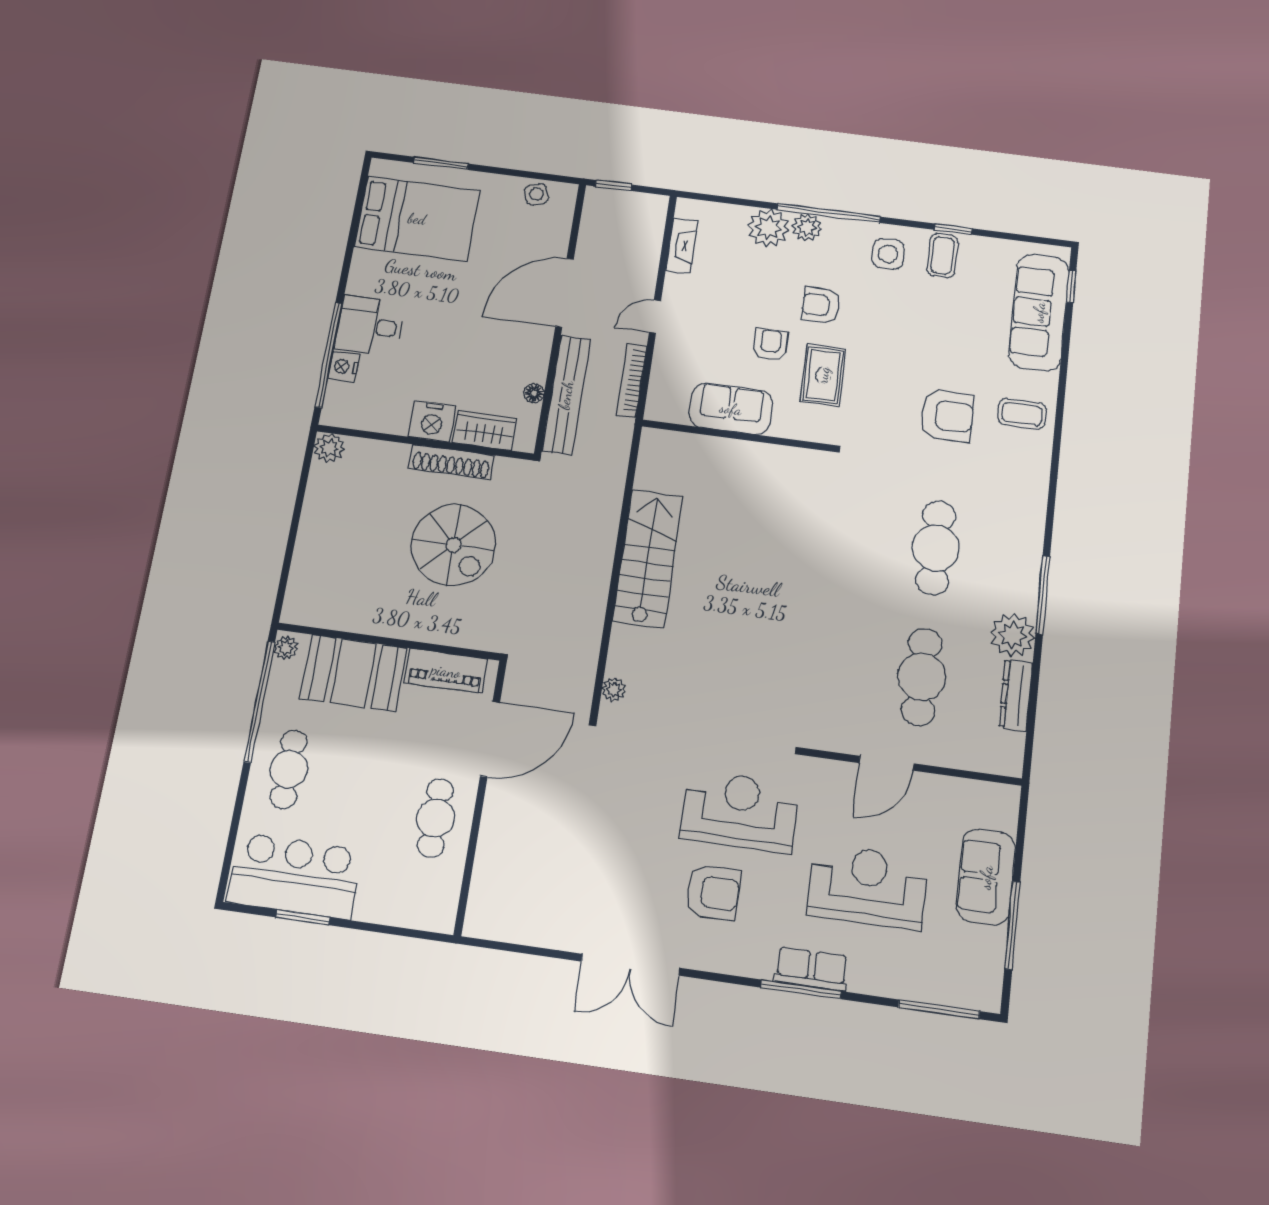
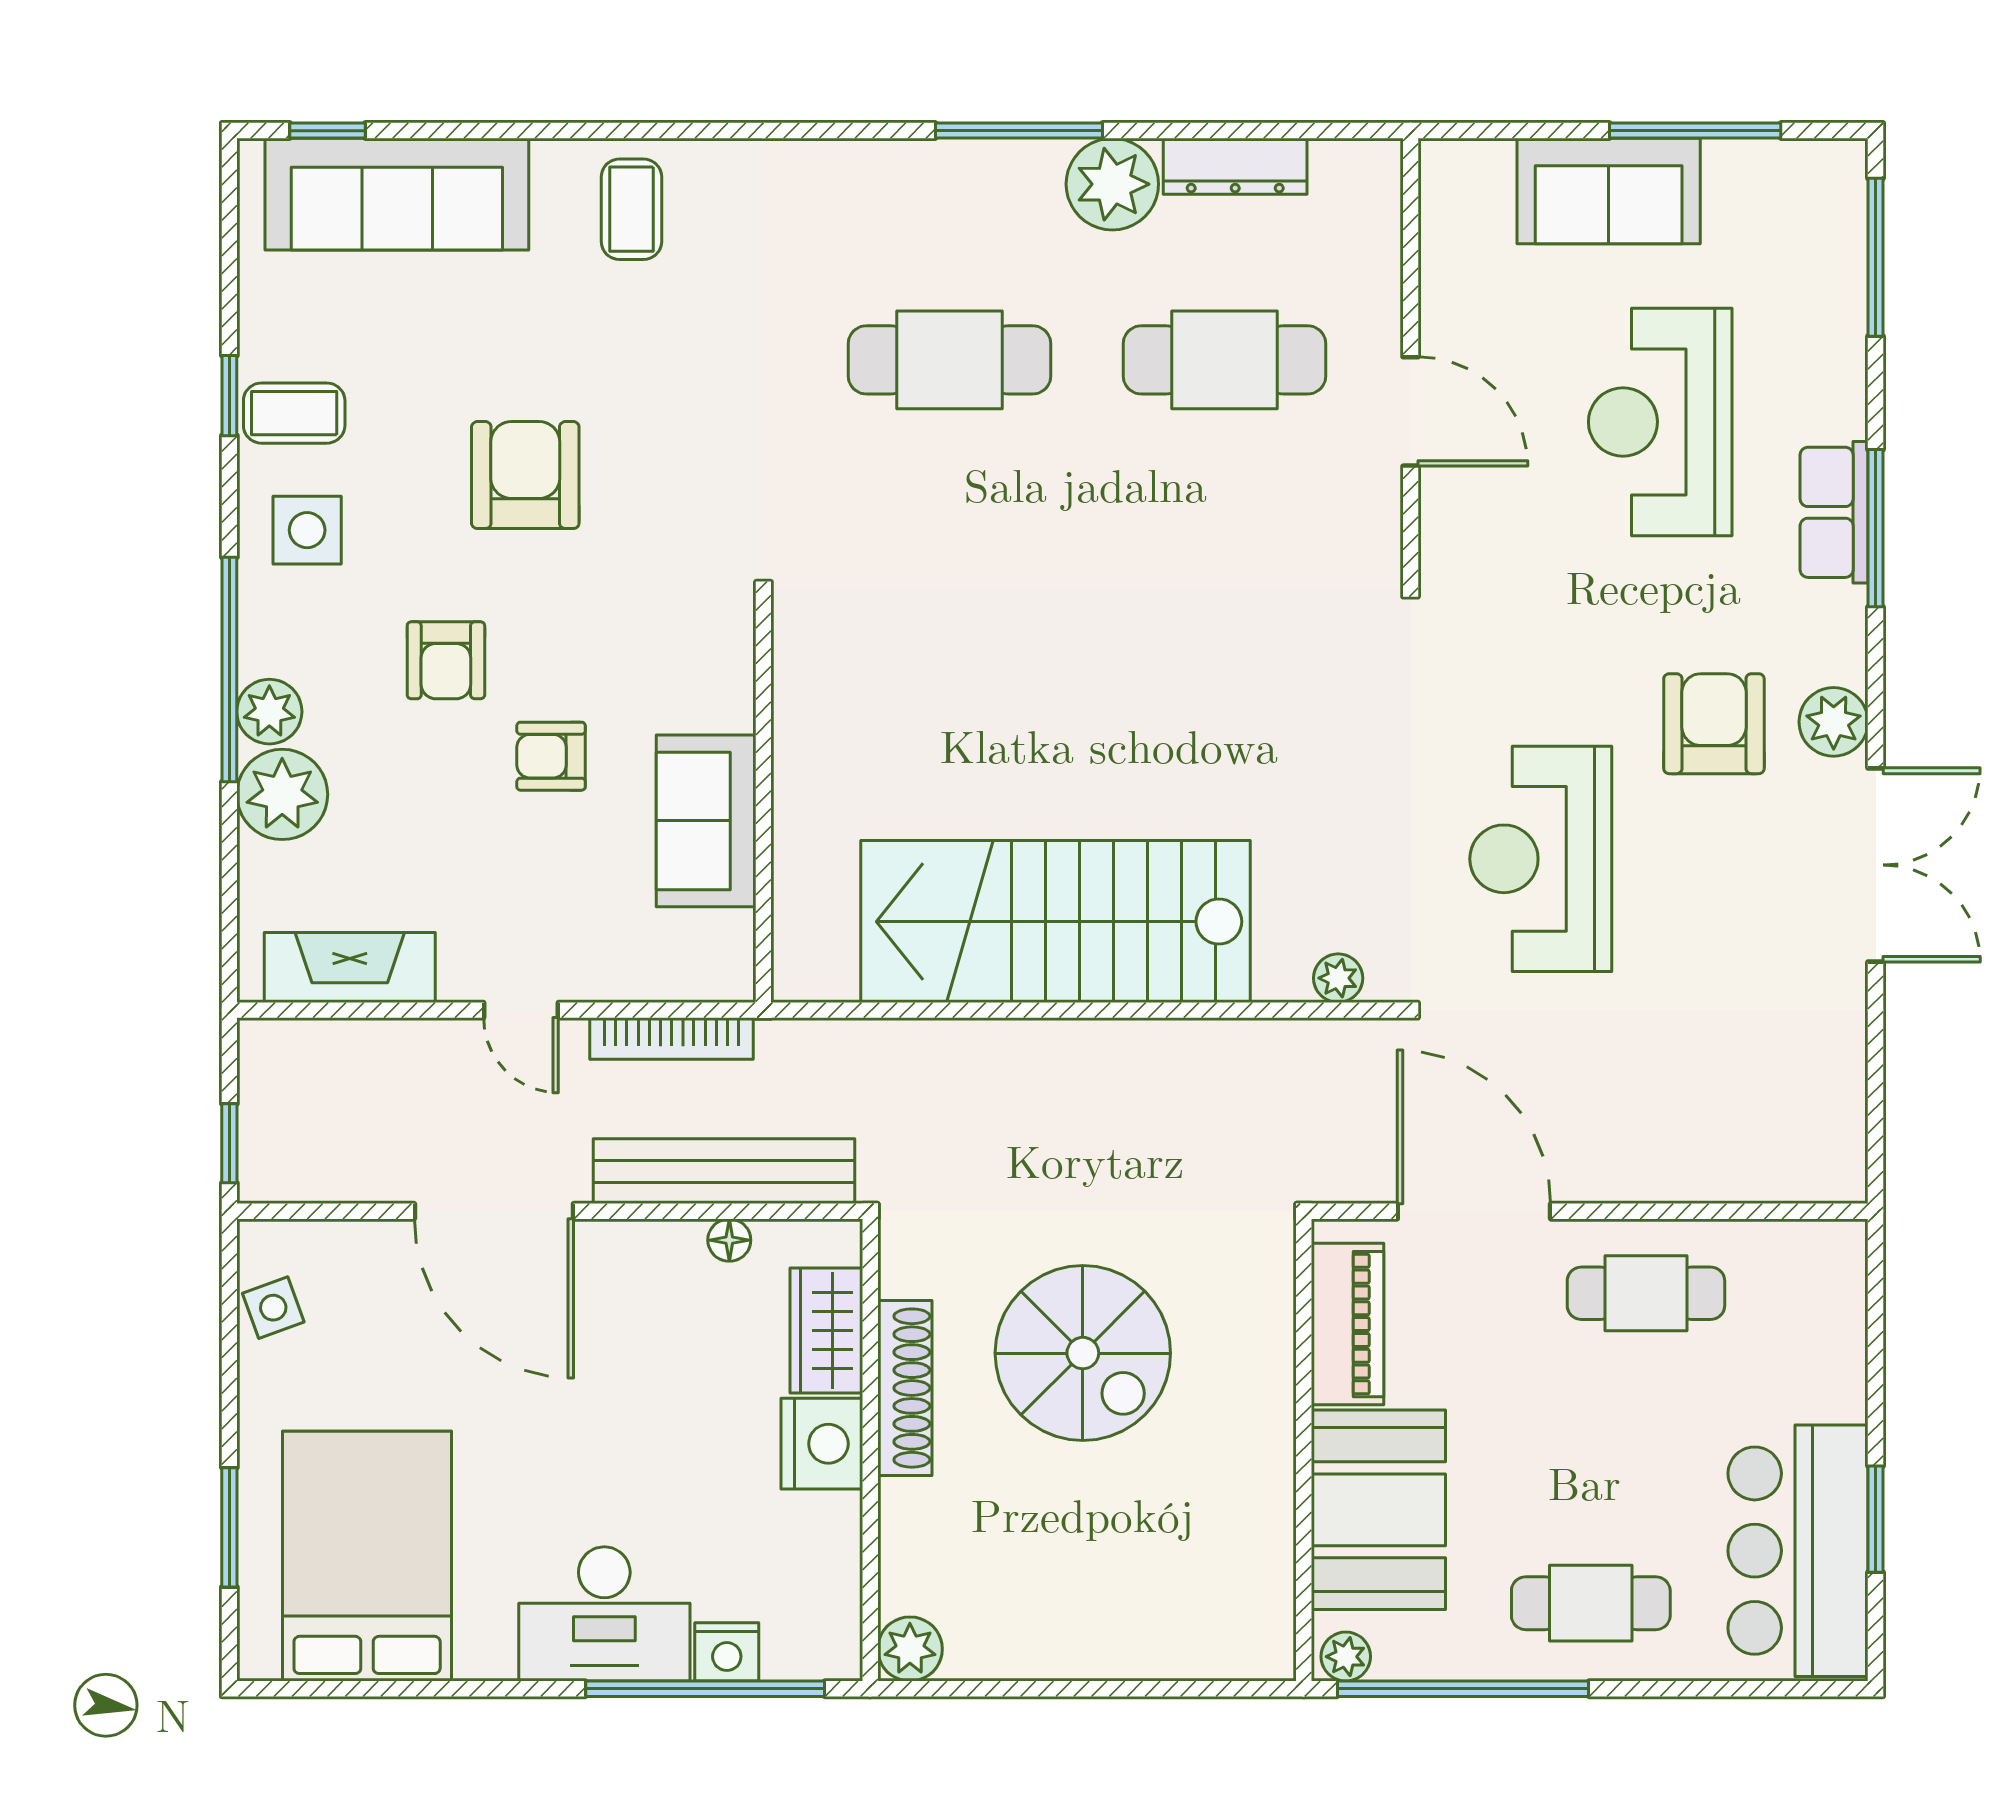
fireplace: (682, 246) -> (350, 968), width x1.37, depth x1.32
desk: (370, 326) -> (604, 1614), width x1.37
rug: (823, 375) -> (604, 637), removed
armchair: (947, 416) -> (525, 475), moved
spiral stairs: (454, 545) -> (1083, 1353), turned 90
stairs: (648, 559) -> (1055, 922), width x1.36, depth x1.51
reception desk: (740, 811) -> (1541, 859), moved
plant: (706, 954) -> (1834, 722), added

